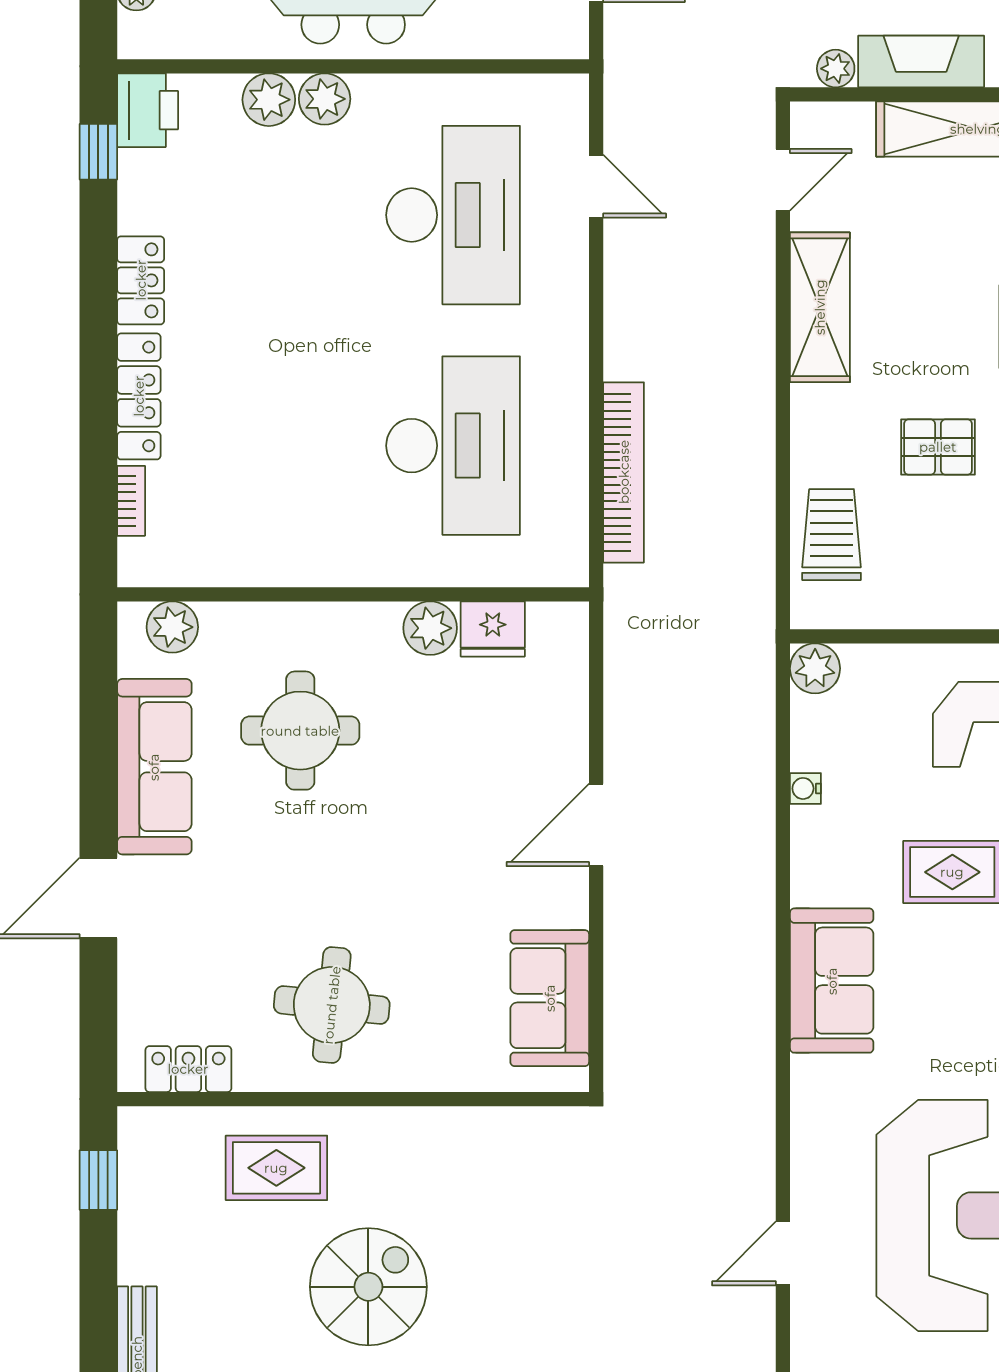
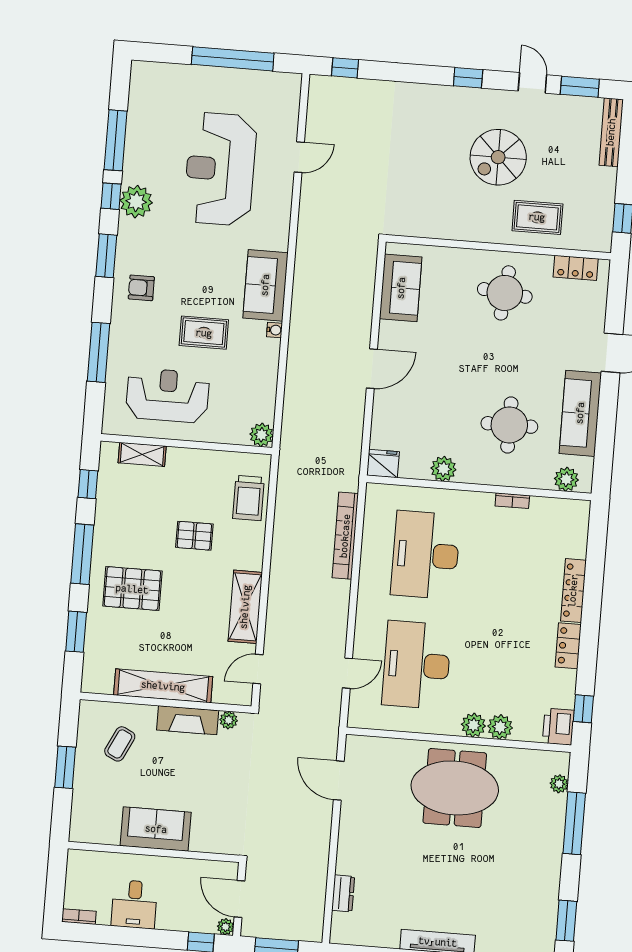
door: (596, 186) -> (347, 673), swing flipped
bookcase: (131, 501) -> (512, 501), moved, turned -90
fridge: (493, 629) -> (383, 464), moved
water cooler: (805, 788) -> (275, 330), moved

